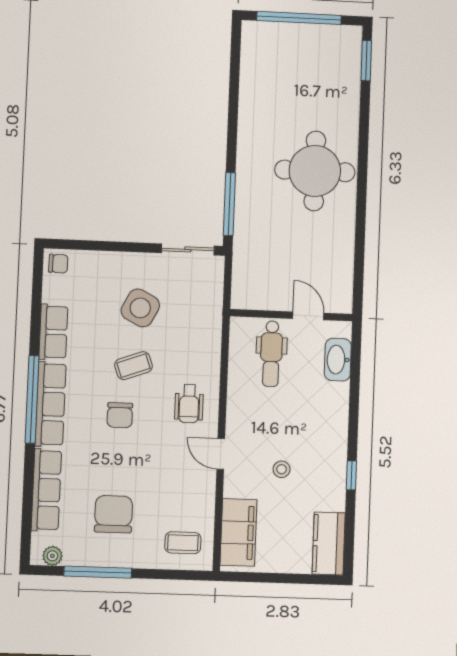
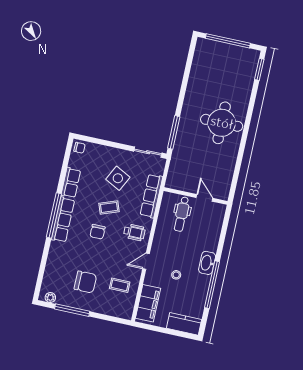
washbasin: (338, 360) -> (207, 263), moved
wheelchair: (189, 404) -> (134, 232), turned -90
door: (221, 454) -> (146, 261), hinge flipped
window: (351, 475) -> (212, 285), width x3.17
row of seats: (46, 490) -> (151, 196), moved, turned 180
chair: (114, 514) -> (85, 282), turned 90
coffee table: (183, 543) -> (120, 285), moved
kitchen counter: (329, 544) -> (184, 324), moved, turned 90

